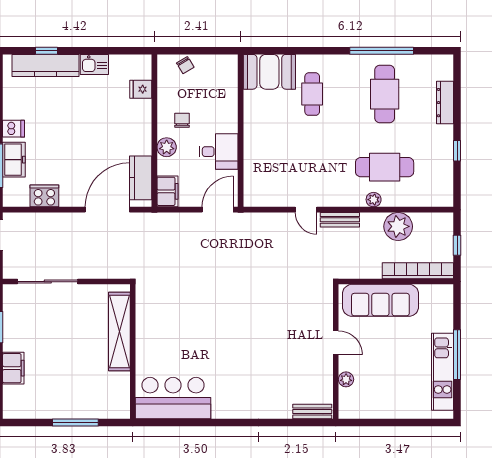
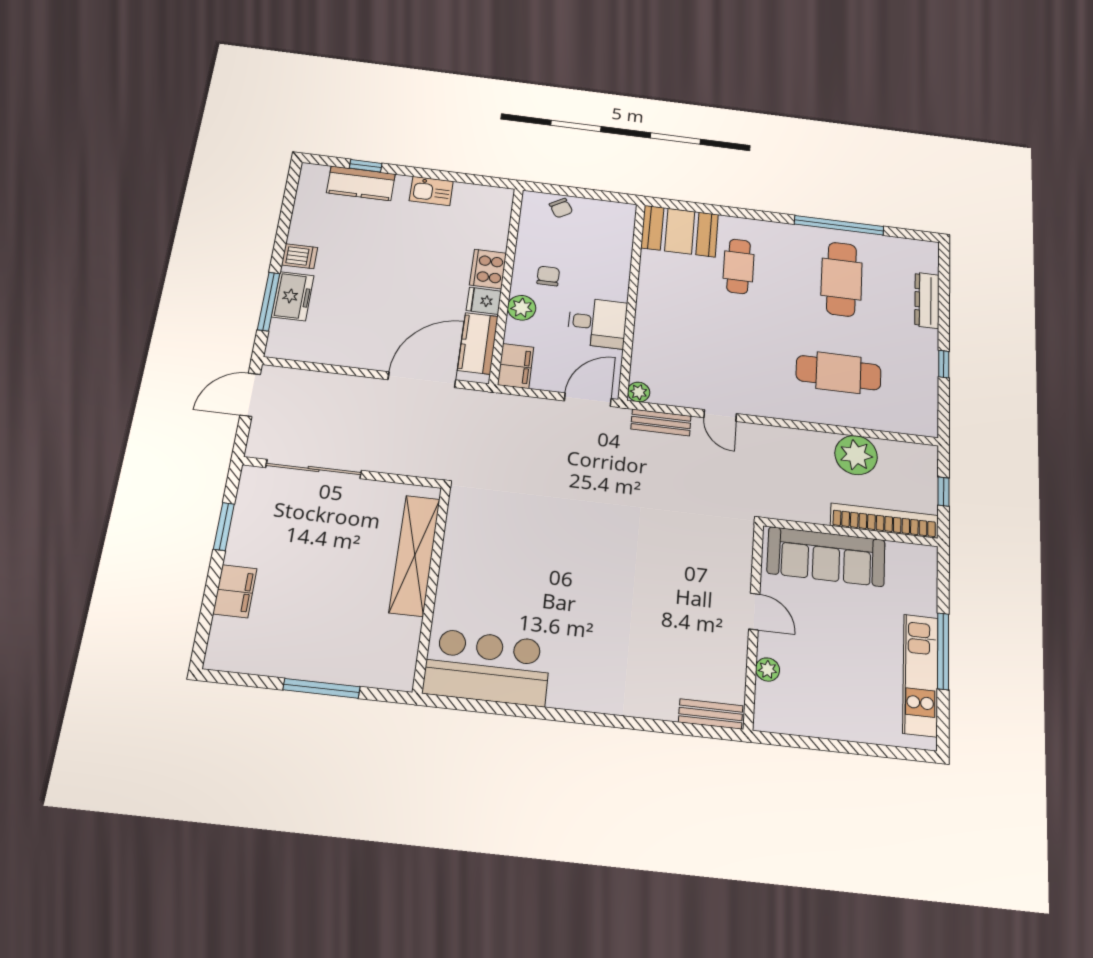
kitchen counter: (45, 65) -> (361, 183), width x0.67
fridge: (141, 89) -> (484, 301), moved
cooker: (44, 196) -> (488, 269), moved, turned -90
plant: (374, 200) -> (639, 392), moved
bench: (340, 220) -> (661, 422), moved

